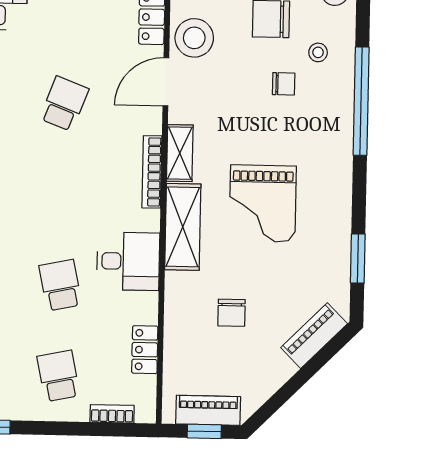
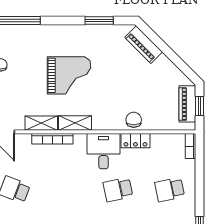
shelving: (183, 227) -> (75, 123), width x0.67, depth x0.75
chair: (231, 313) -> (134, 120), moved, turned -90
locker: (145, 350) -> (135, 141), moved
bookcase: (112, 414) -> (190, 146), moved

